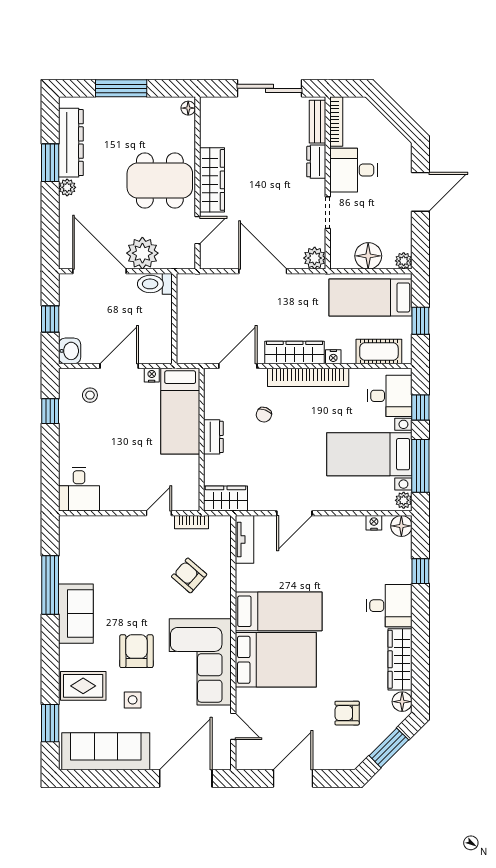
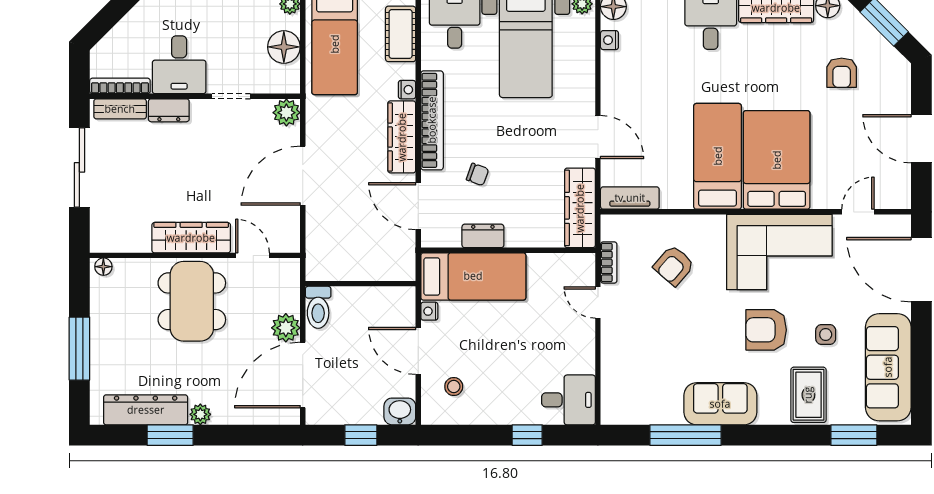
plant: (142, 253) -> (286, 328), width x0.73, depth x0.73
window: (50, 411) -> (527, 435), moved
dresser: (213, 437) -> (483, 236), moved
wardrobe: (225, 499) -> (580, 208), width x1.50

